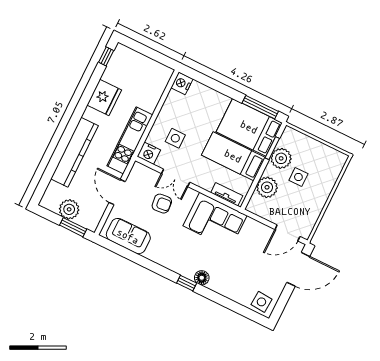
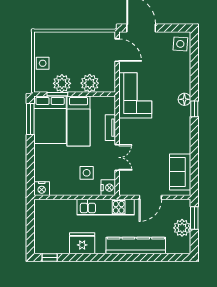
side table: (298, 177) -> (43, 63), moved
tv unit: (227, 194) -> (110, 128), moved
armchair: (162, 204) -> (142, 158), removed
corner sofa: (215, 221) -> (135, 95), moved

